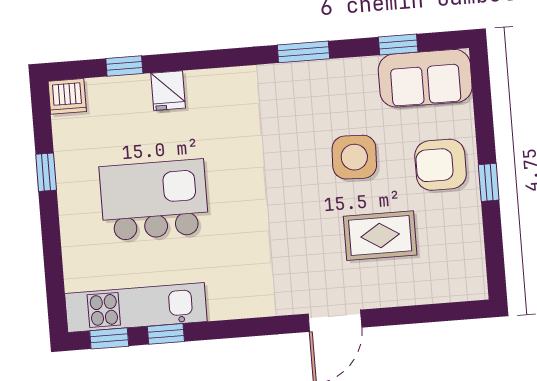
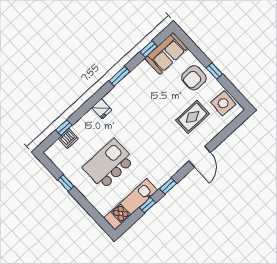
fridge: (168, 91) -> (102, 109), moved
dishwasher: (67, 96) -> (68, 138), moved
side table: (354, 157) -> (223, 103), moved
window: (109, 338) -> (168, 186), moved

